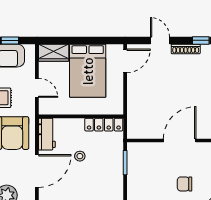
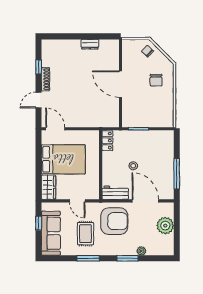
door: (37, 88) -> (77, 201), swing flipped
locker: (104, 125) -> (107, 141), width x0.66

